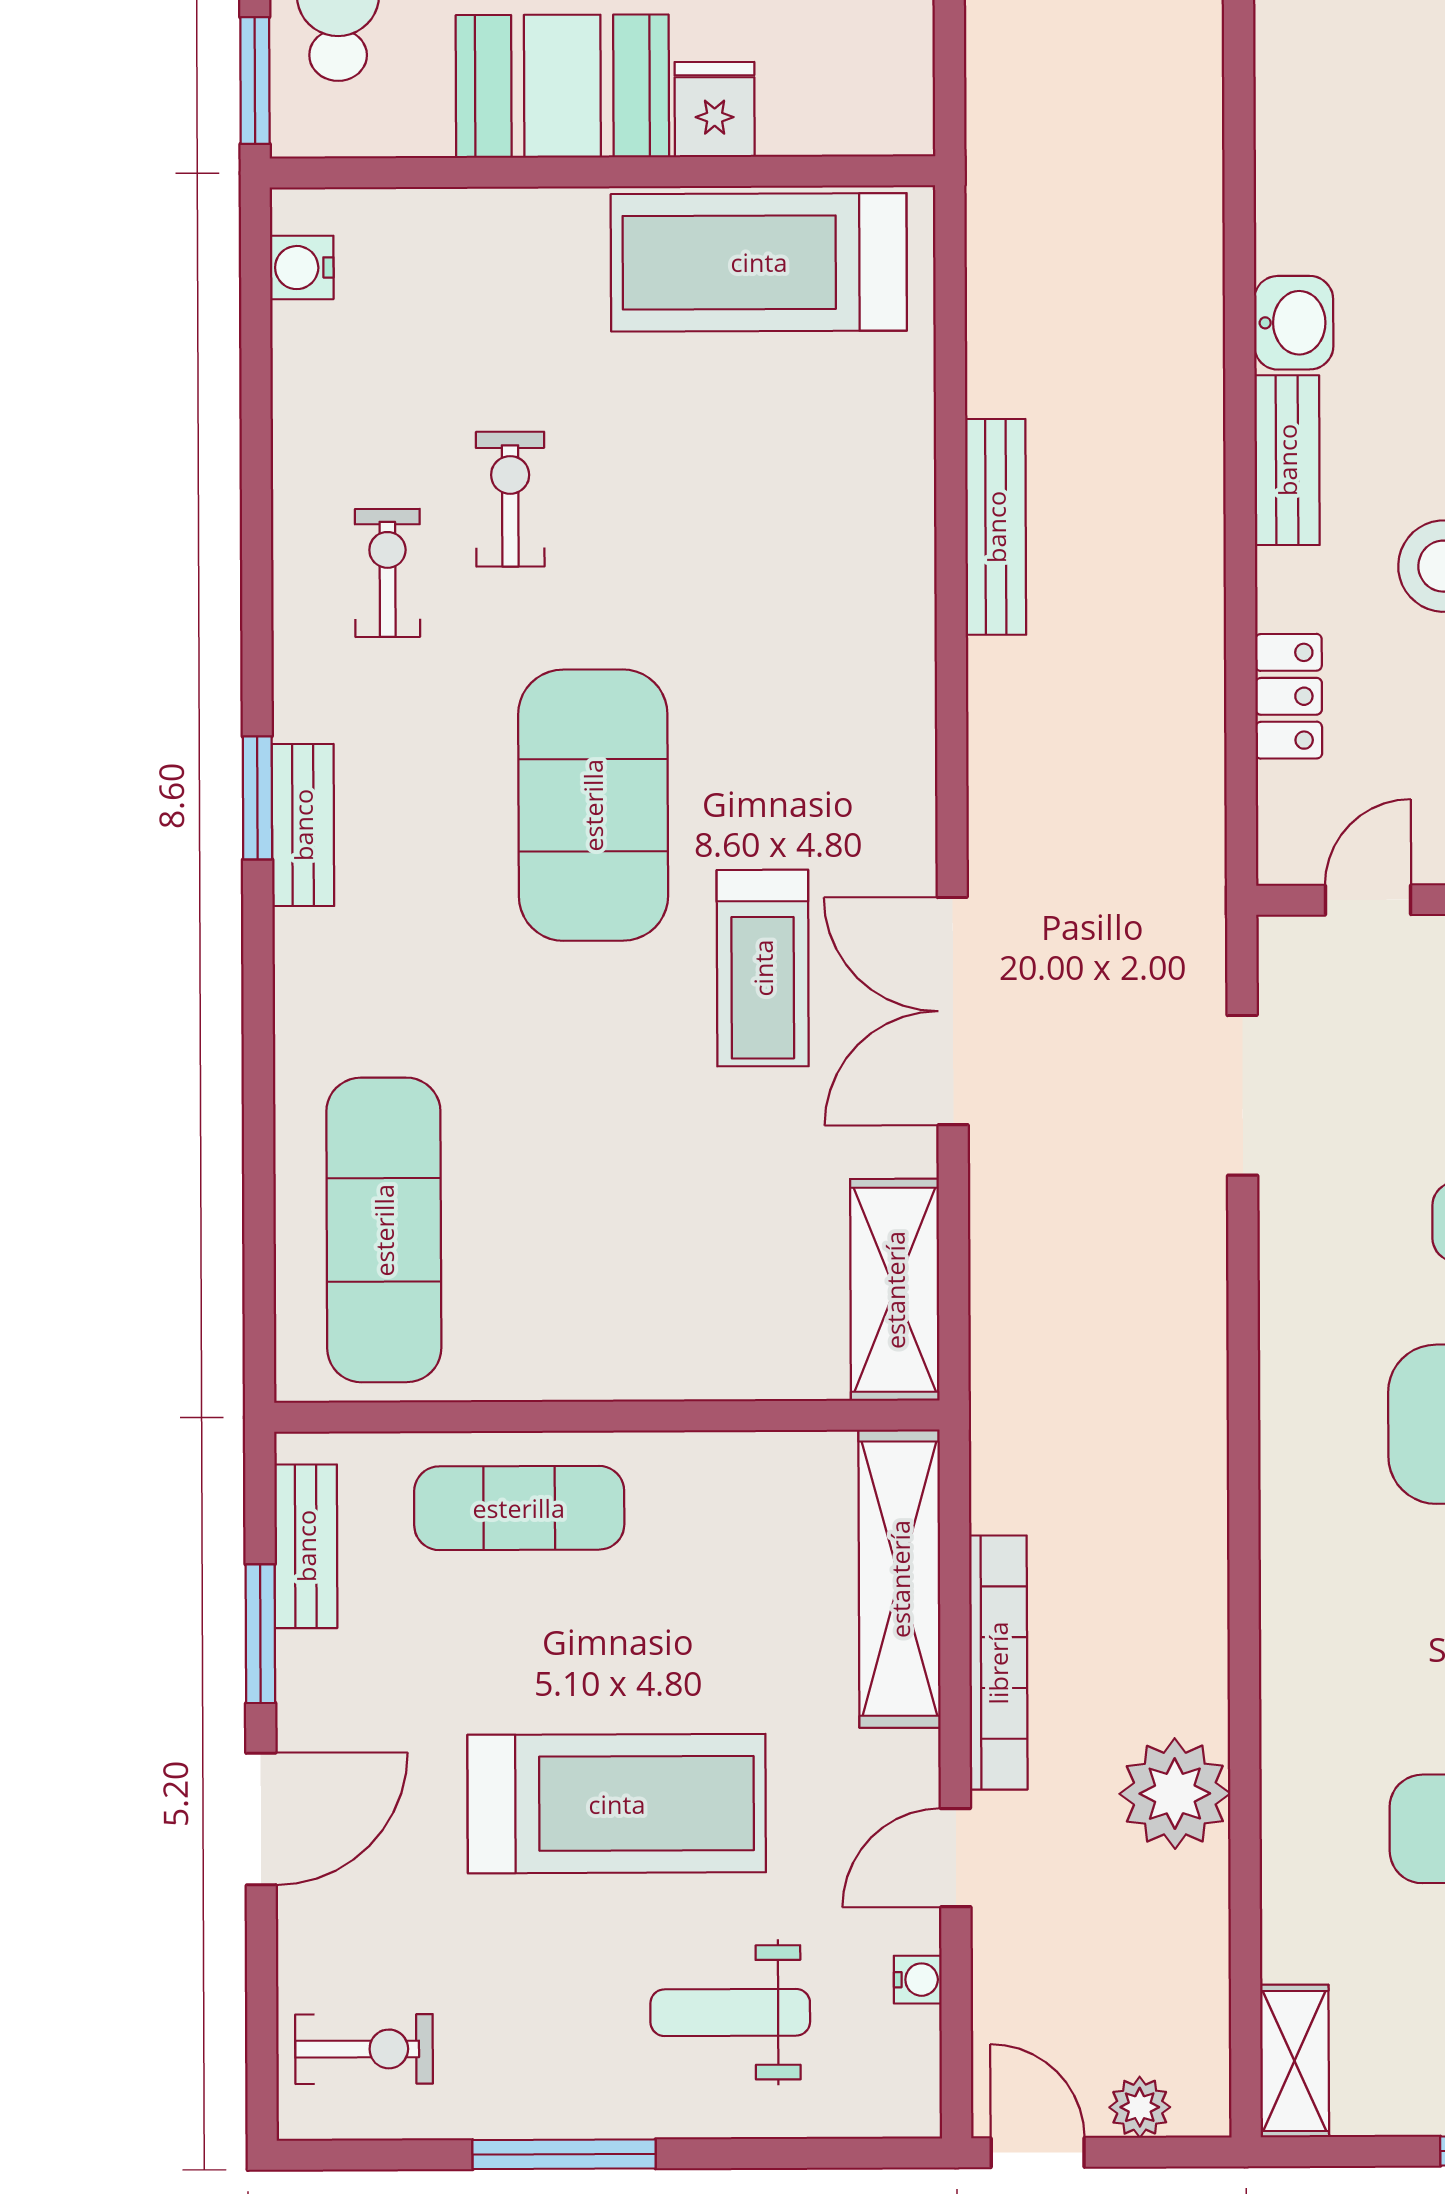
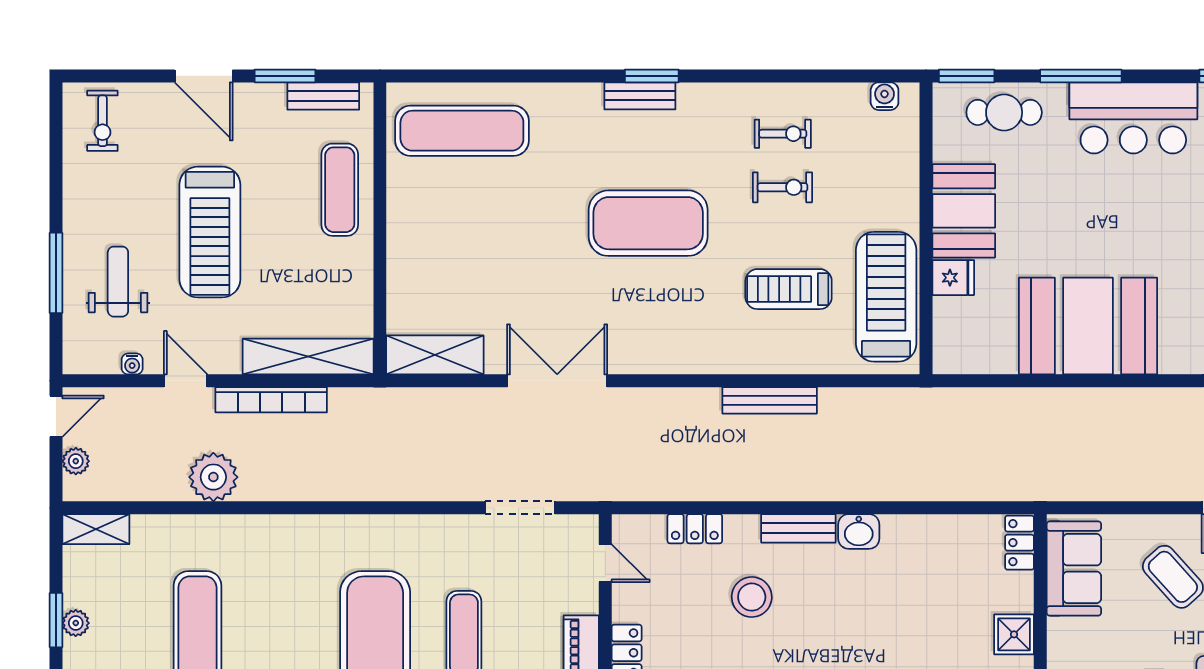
exercise bike: (388, 573) -> (783, 134), moved
treadmill: (763, 968) -> (789, 289), moved
window: (564, 2154) -> (56, 273), moved

